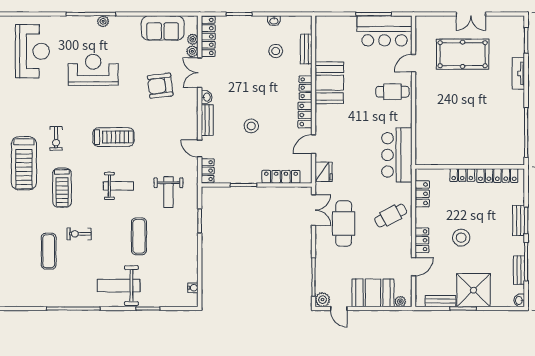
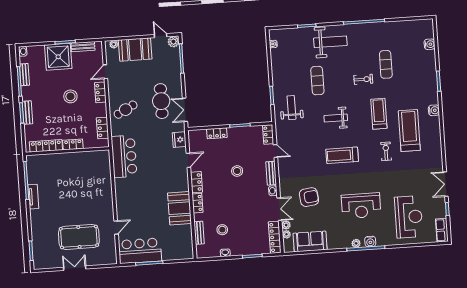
water cooler: (84, 23) -> (370, 241), added
reception desk: (32, 51) -> (409, 217), turned 180
tv unit: (518, 73) -> (33, 197), moved
cafe table: (392, 92) -> (131, 205), removed
locker: (281, 177) -> (217, 133), width x0.66
weight bench: (168, 192) -> (292, 108), moved

